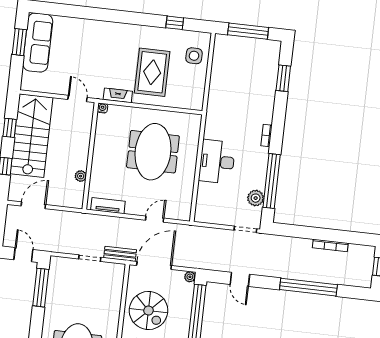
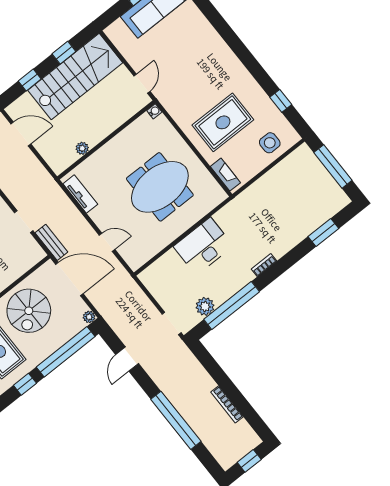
fireplace: (118, 95) -> (225, 175), moved

